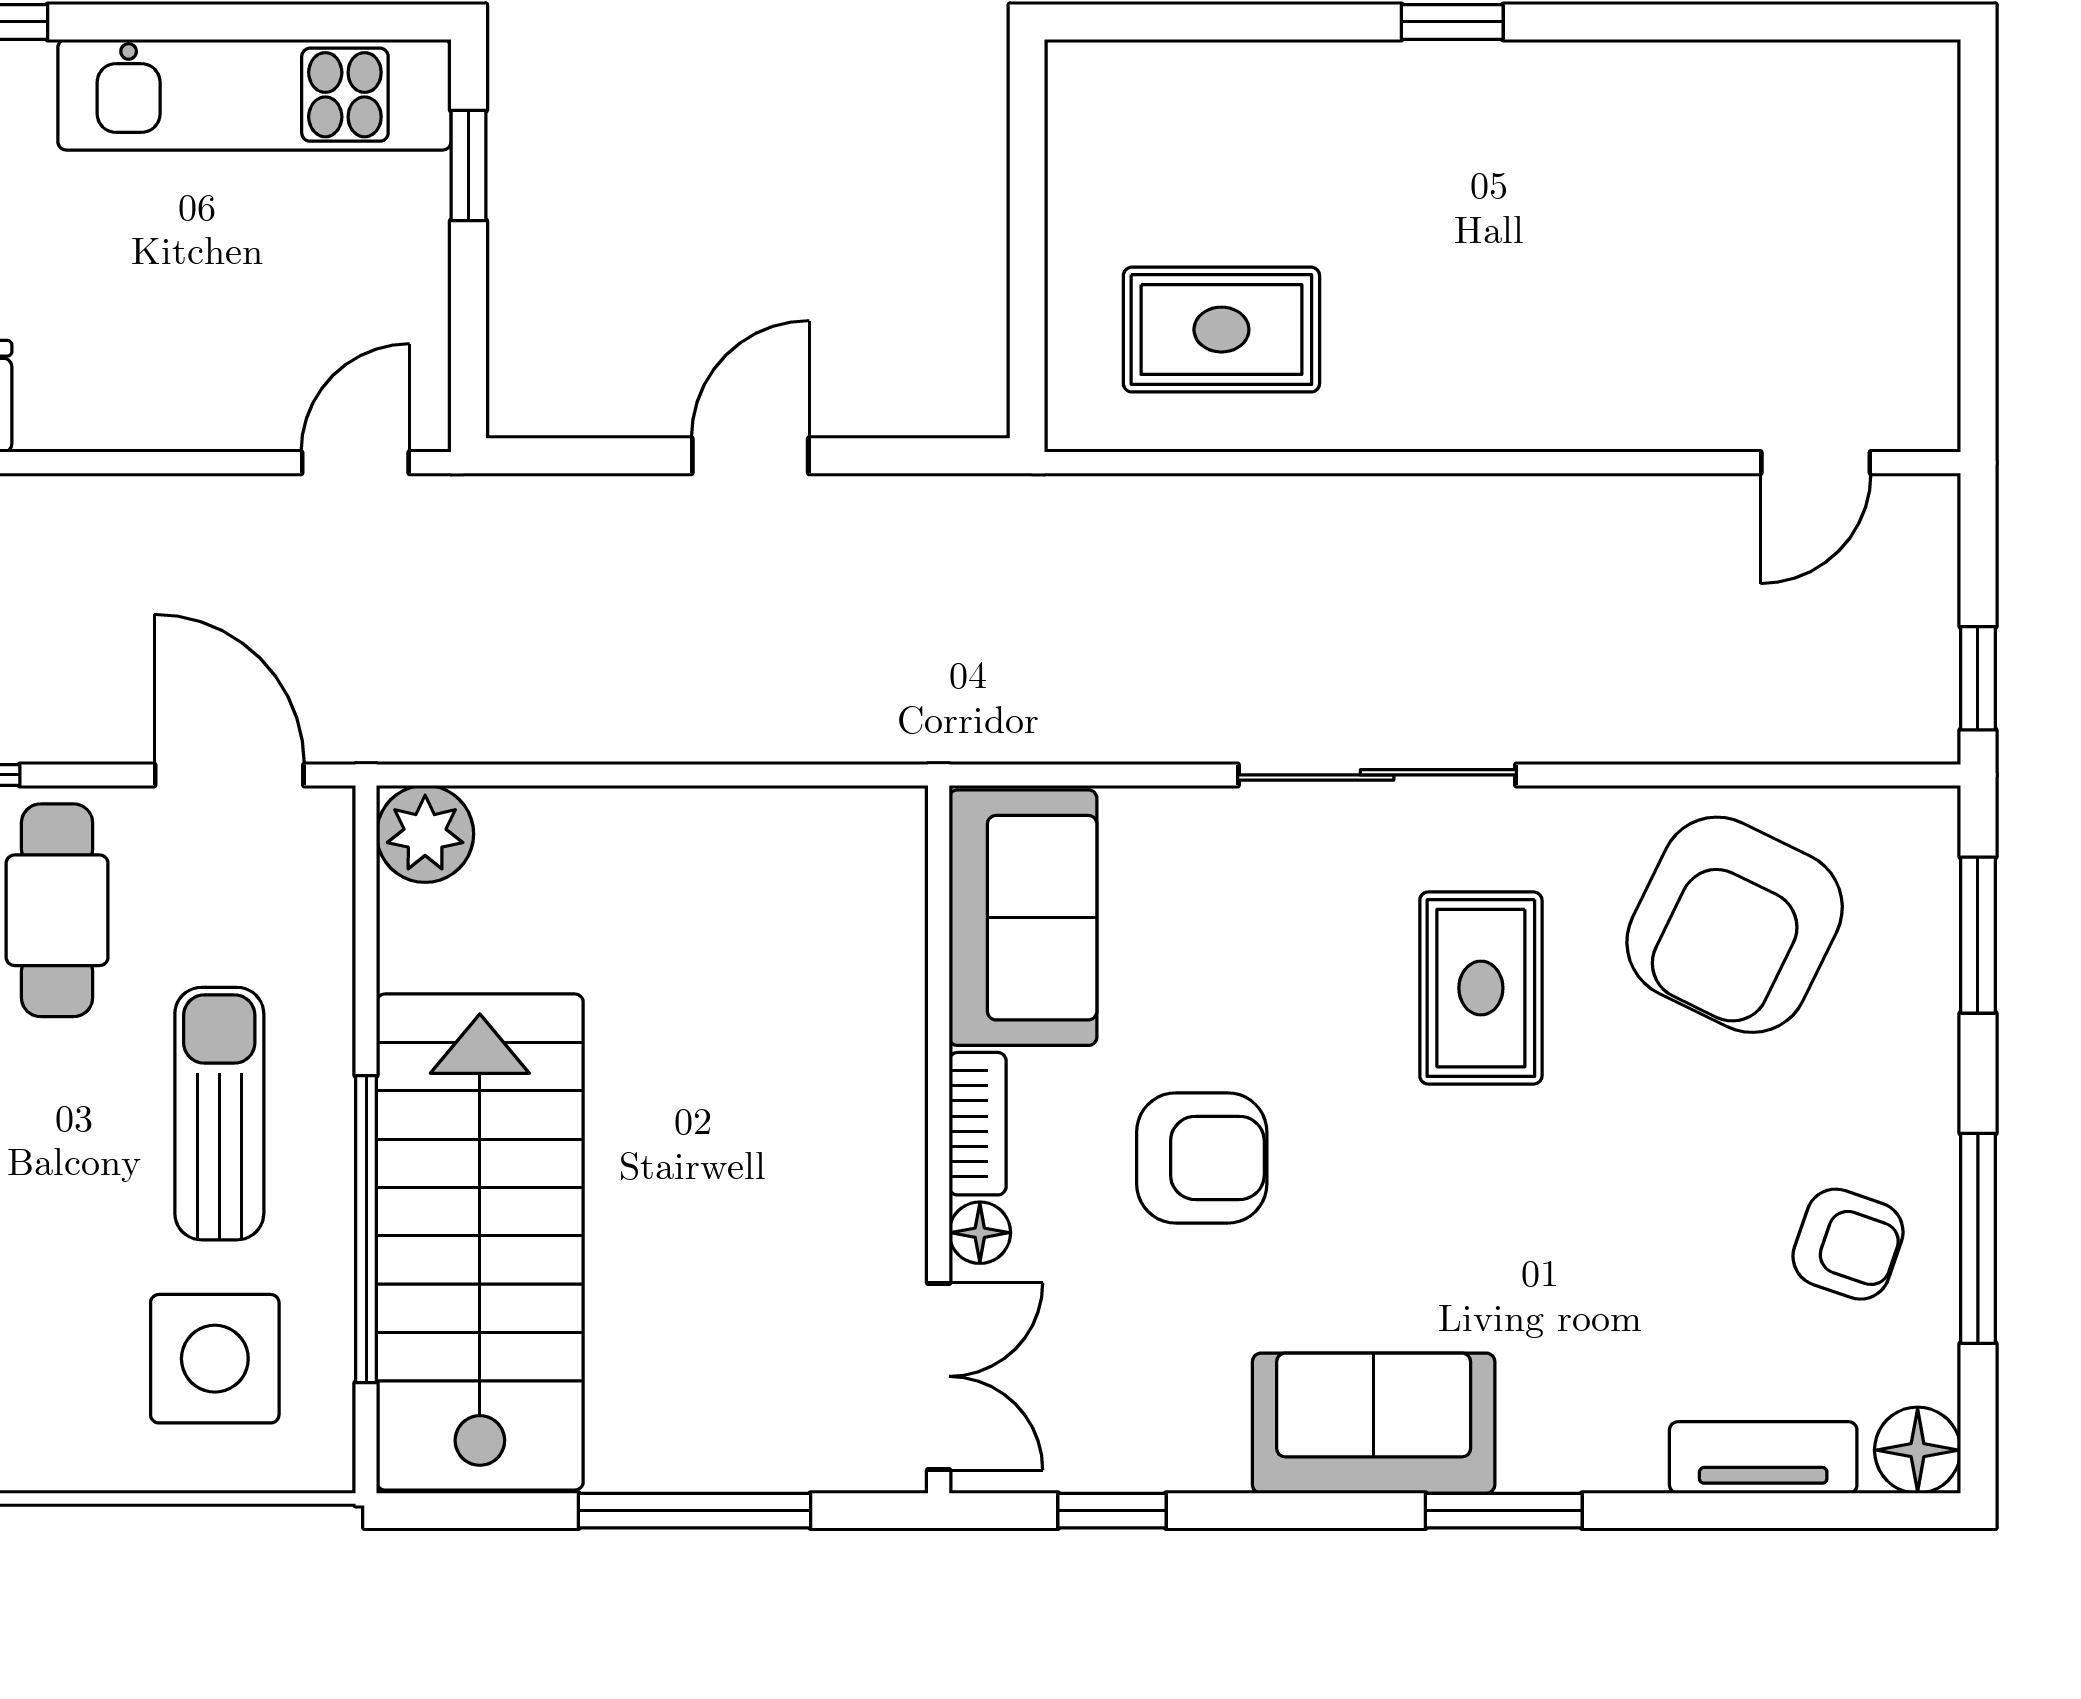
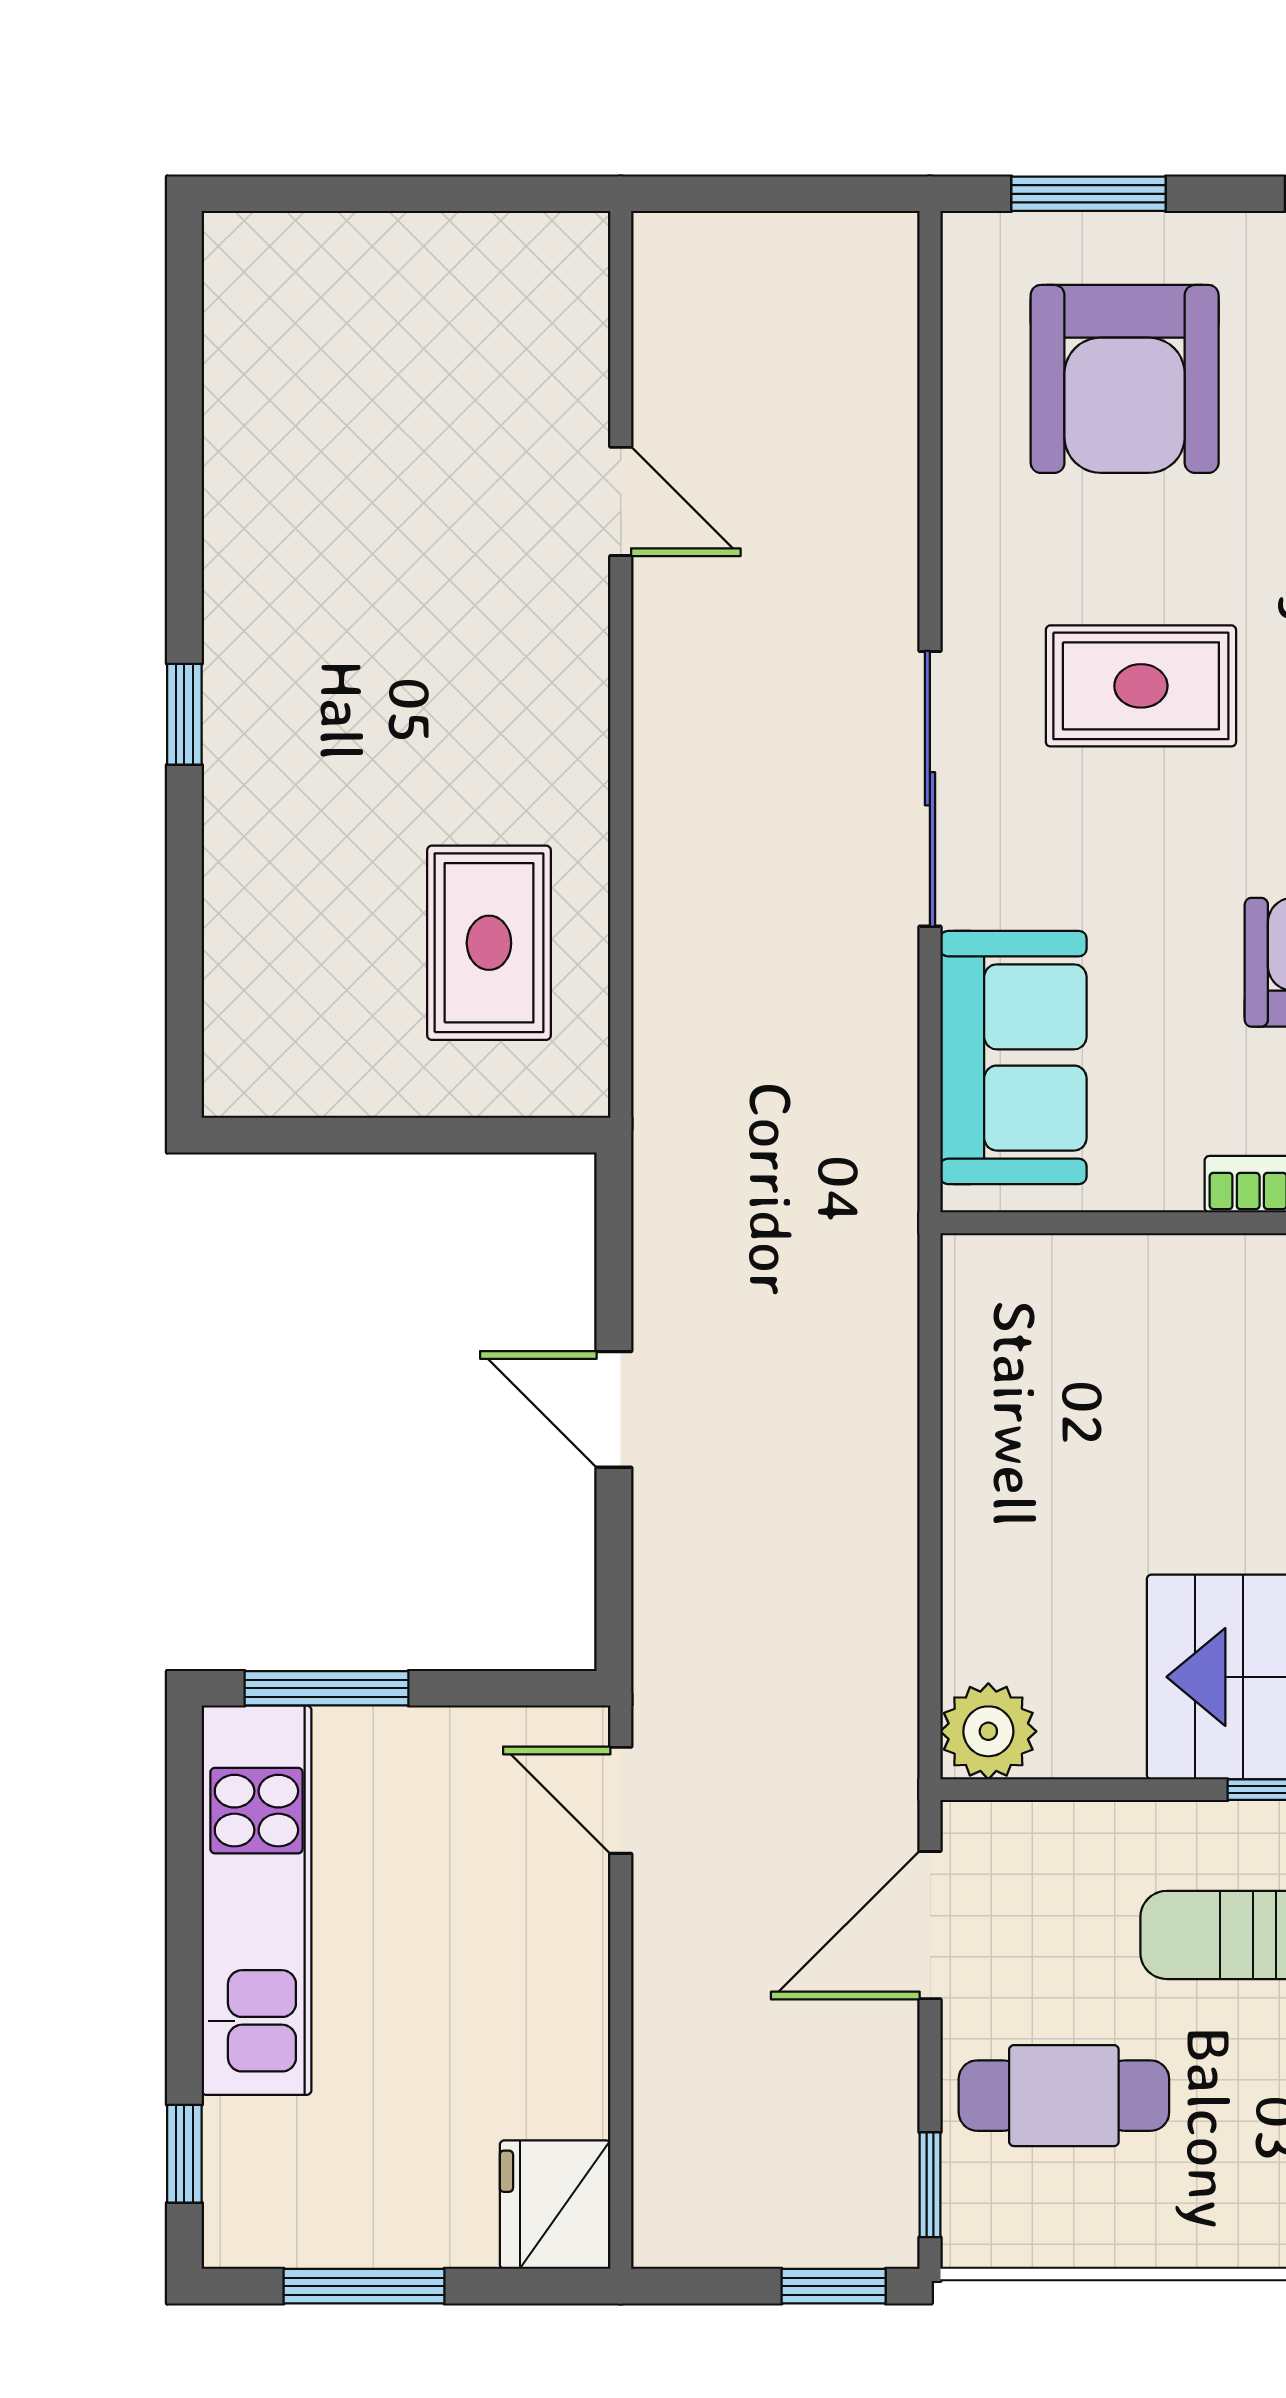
window: (468, 166) -> (327, 1688), width x1.50
door: (1816, 463) -> (621, 501), moved
window: (1978, 678) -> (834, 194), removed
sofa: (1023, 918) -> (1013, 1057), moved, turned 90
armchair: (1735, 925) -> (1125, 379), moved, turned 64

